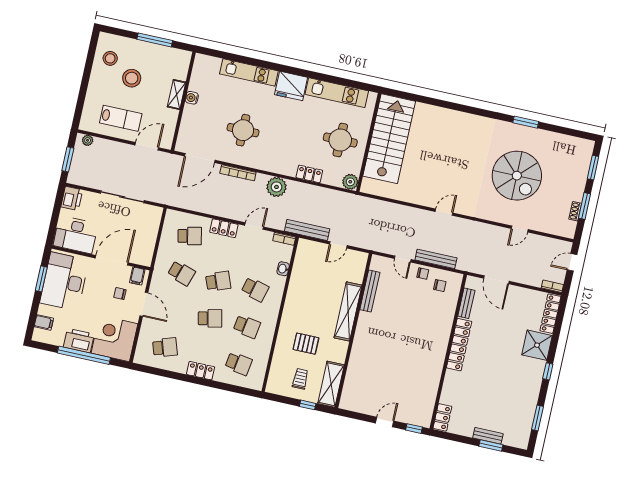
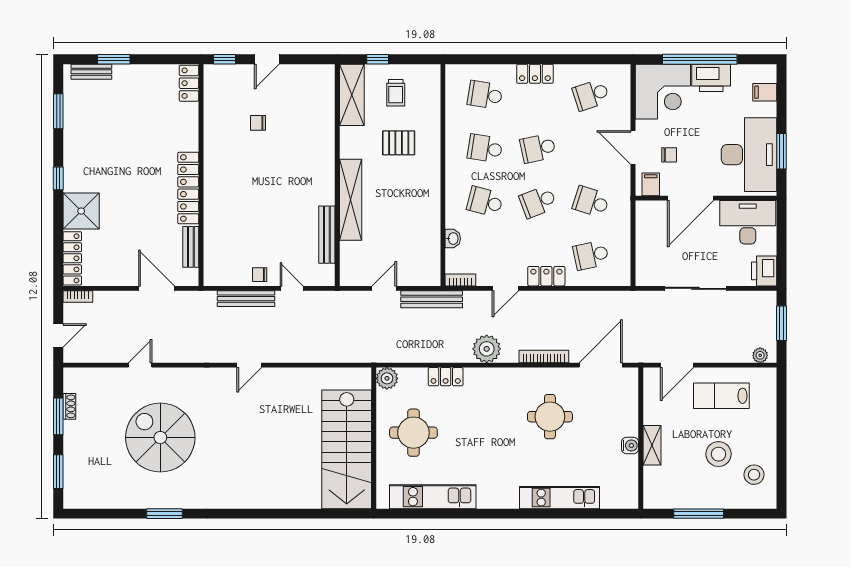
fridge: (291, 86) -> (497, 492), removed
chair: (440, 286) -> (258, 123), moved
bench: (488, 436) -> (91, 72), moved

